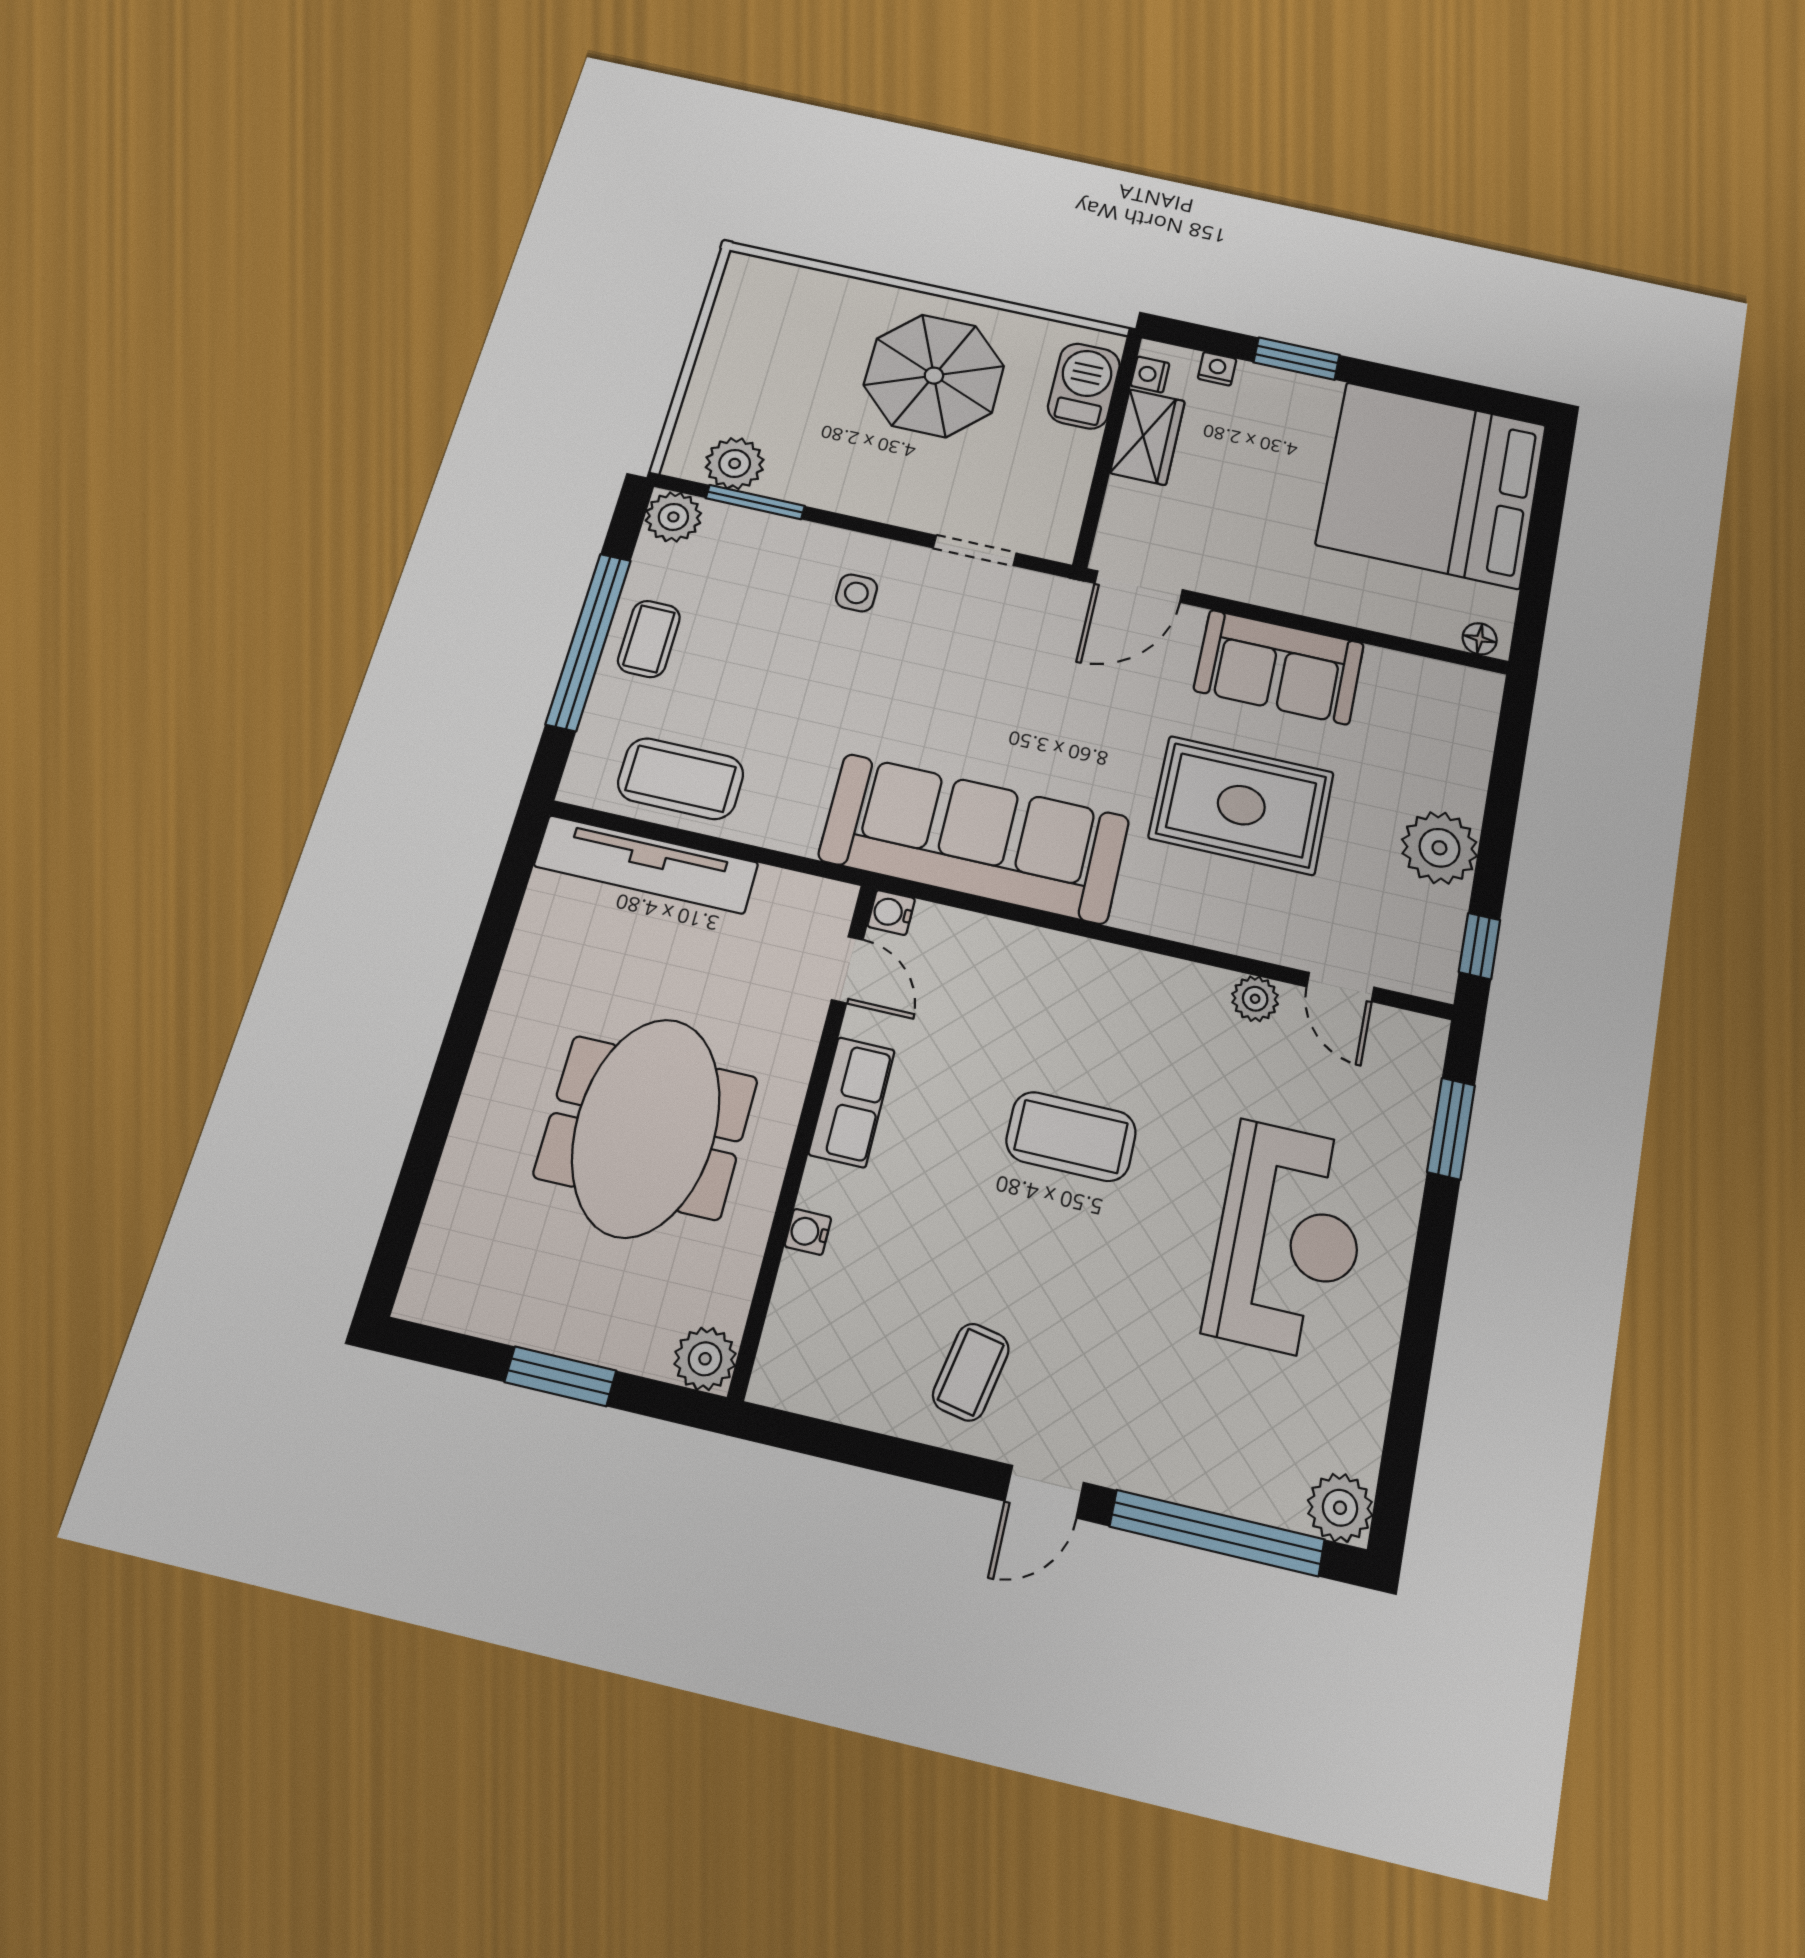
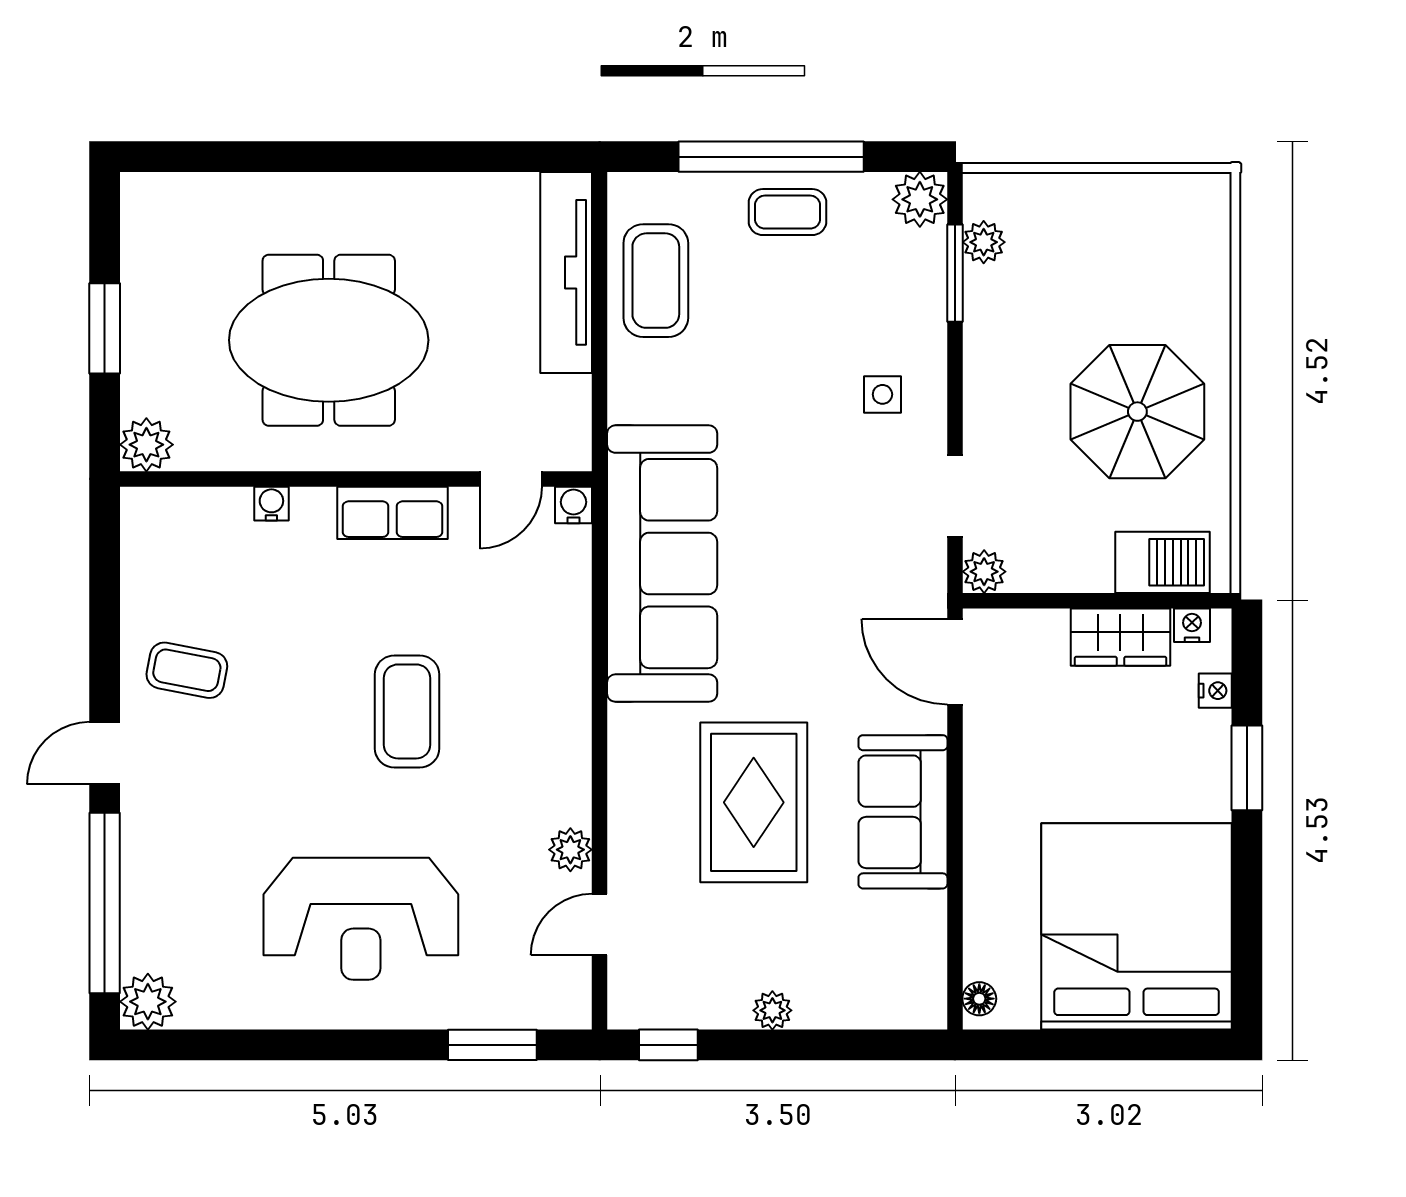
plant: (735, 464) -> (984, 242), width x0.73, depth x0.73
plant: (1056, 541) -> (984, 572), added
plant: (1439, 848) -> (772, 1010), width x0.53, depth x0.53
door: (1044, 1492) -> (105, 753), hinge flipped

